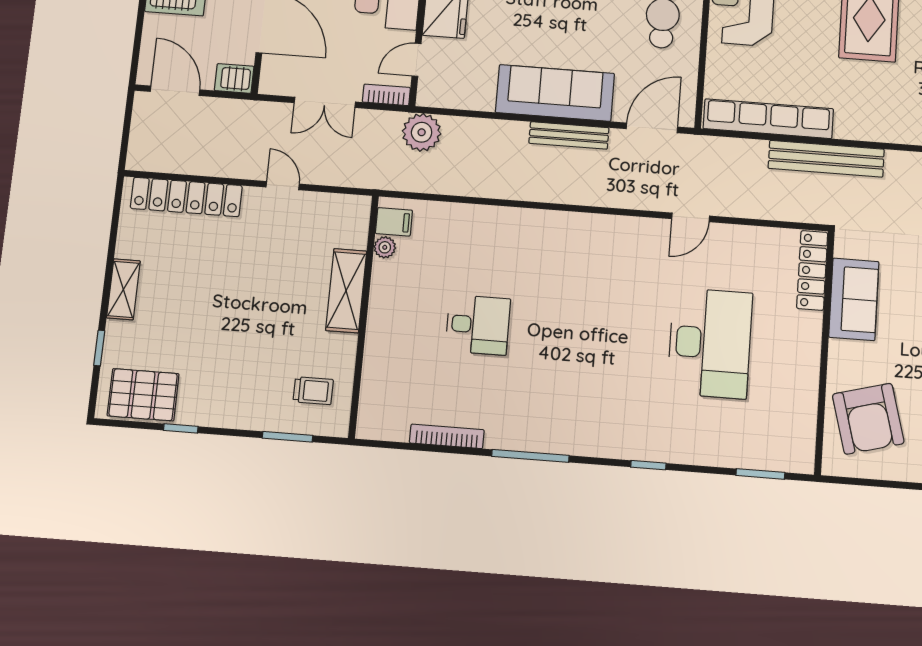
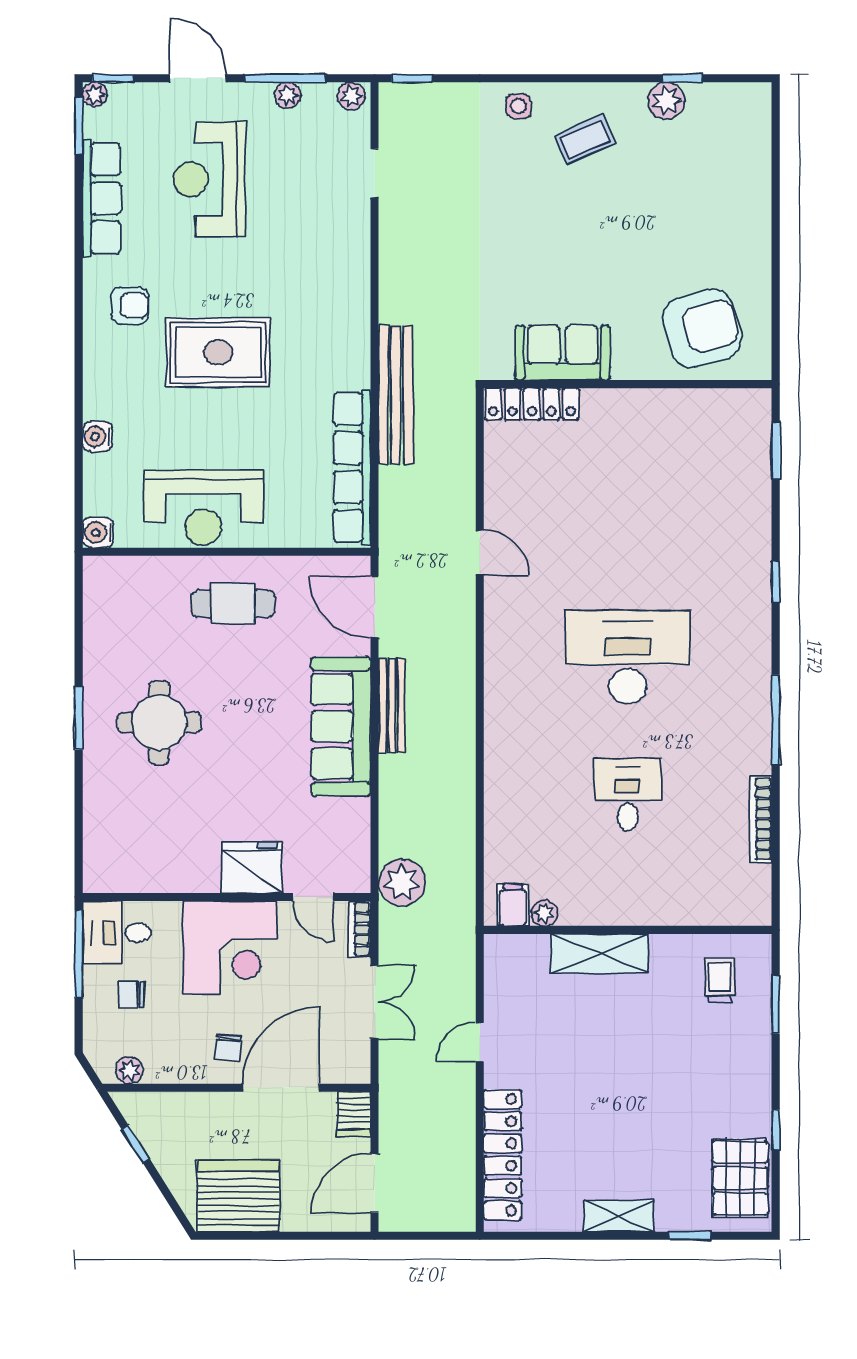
desk: (710, 343) -> (628, 657), moved

